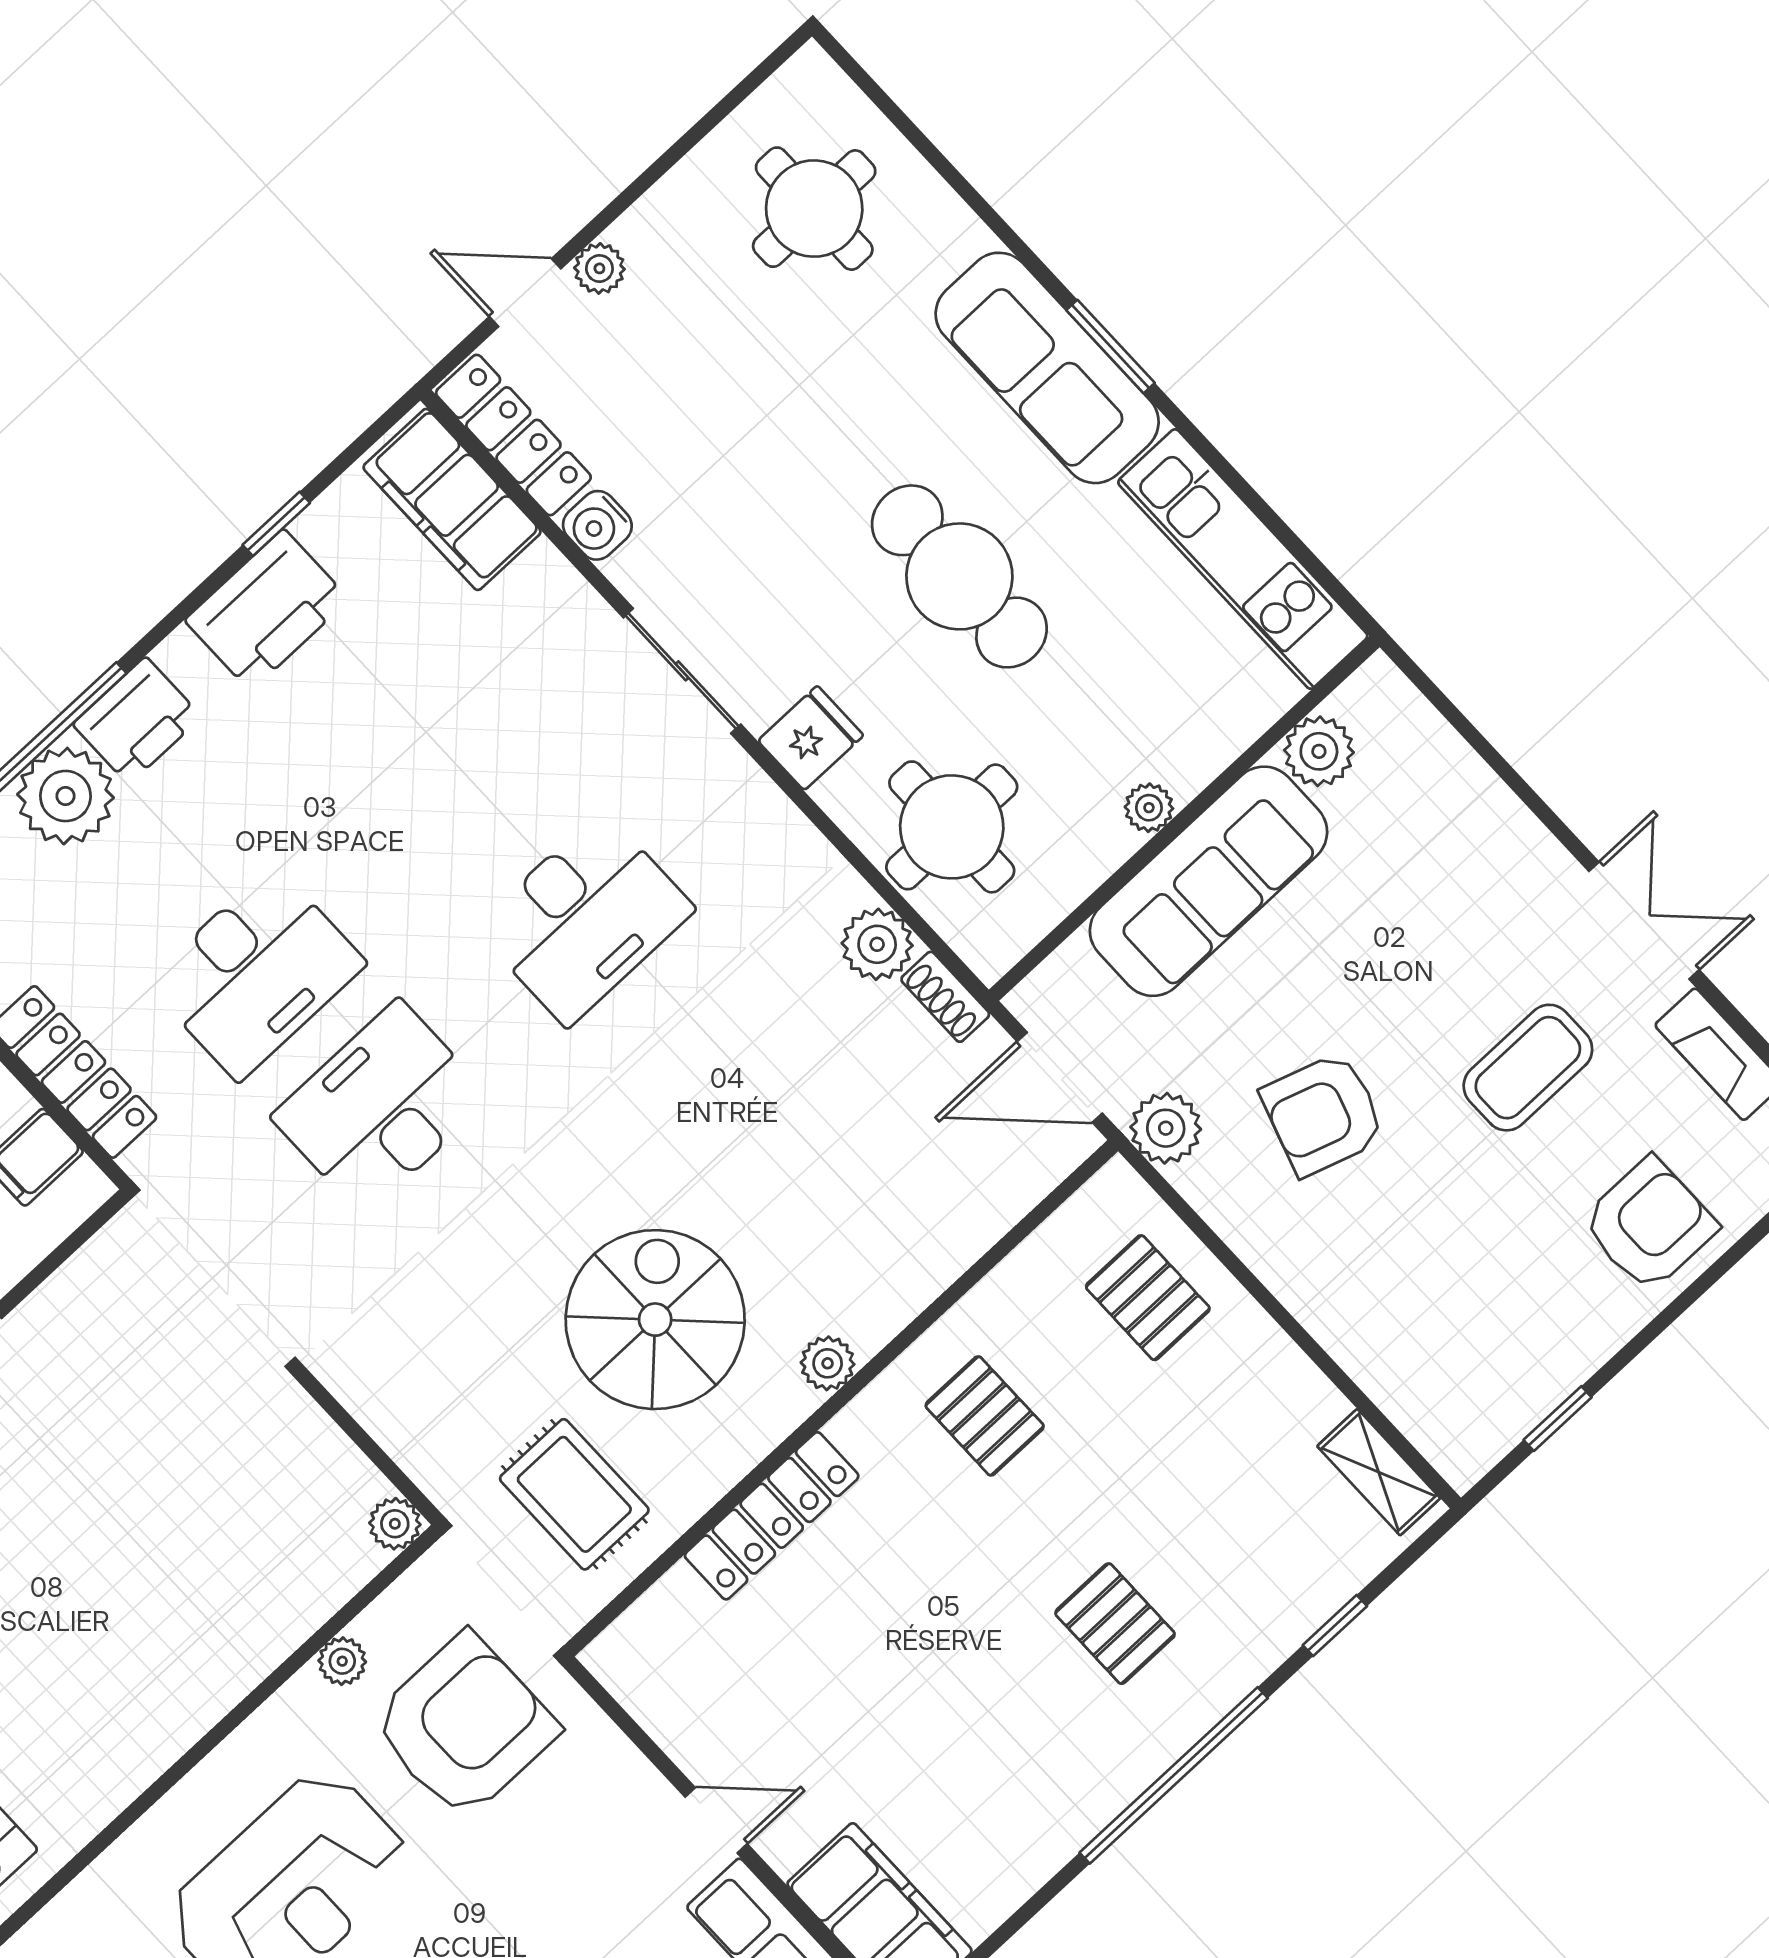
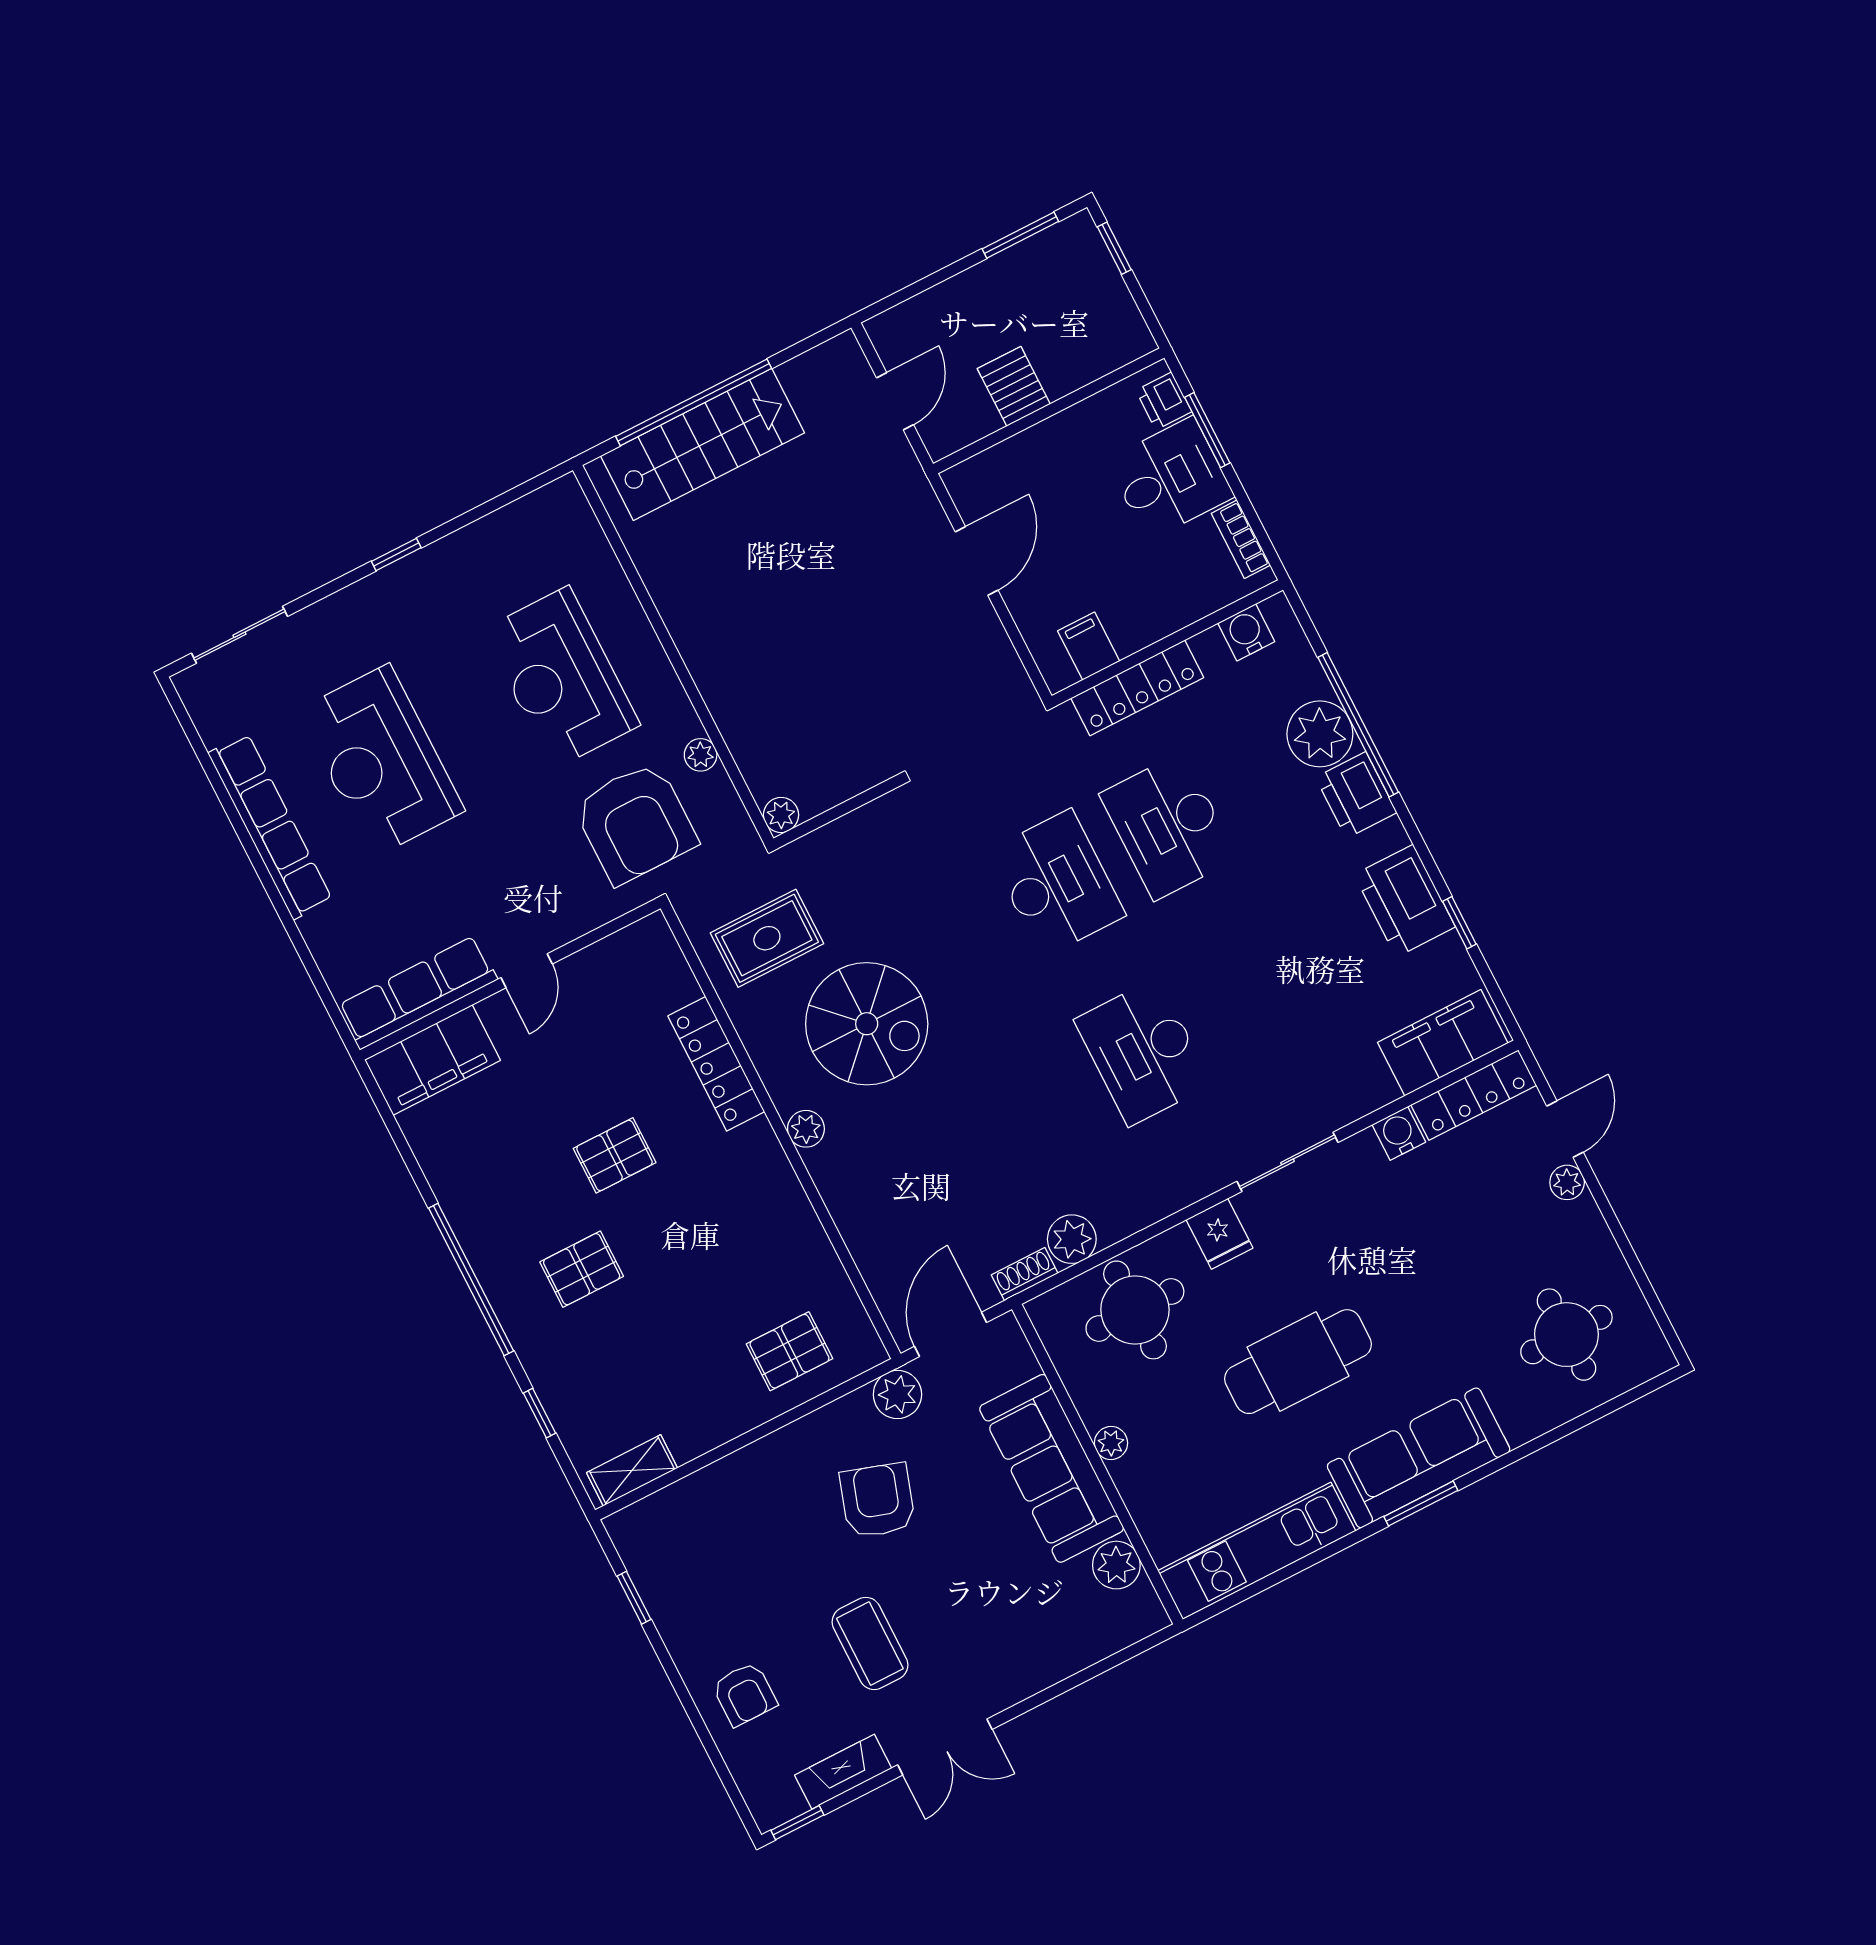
armchair: (1649, 1224) -> (744, 1694), width x0.72, depth x0.72
pallet: (985, 1416) -> (615, 1155), moved

